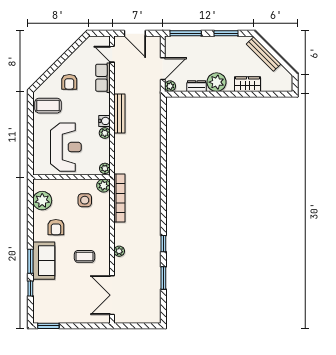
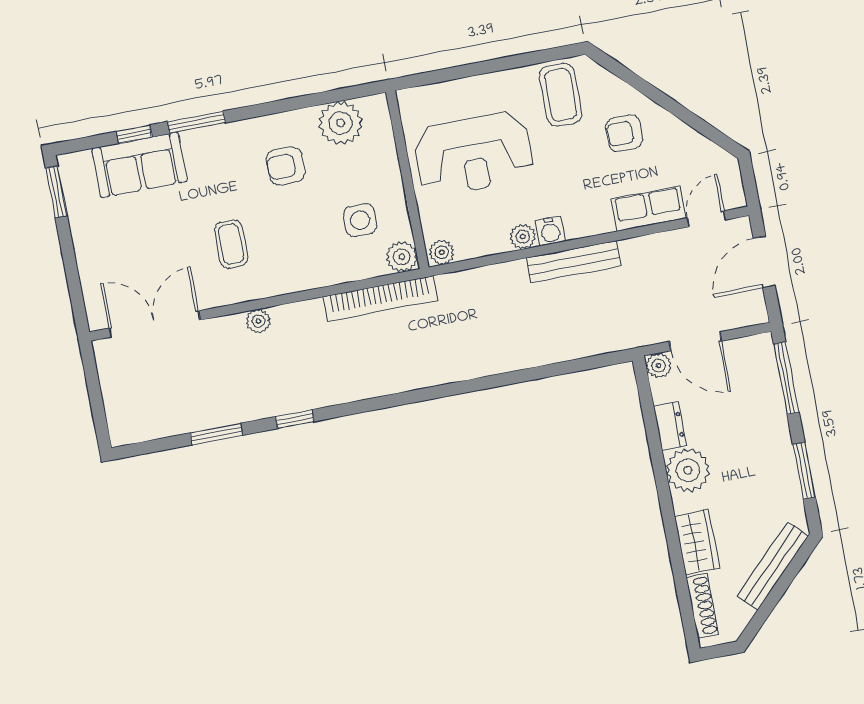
shoe rack: (275, 87) -> (702, 606), added
sofa: (44, 261) -> (139, 165), moved

